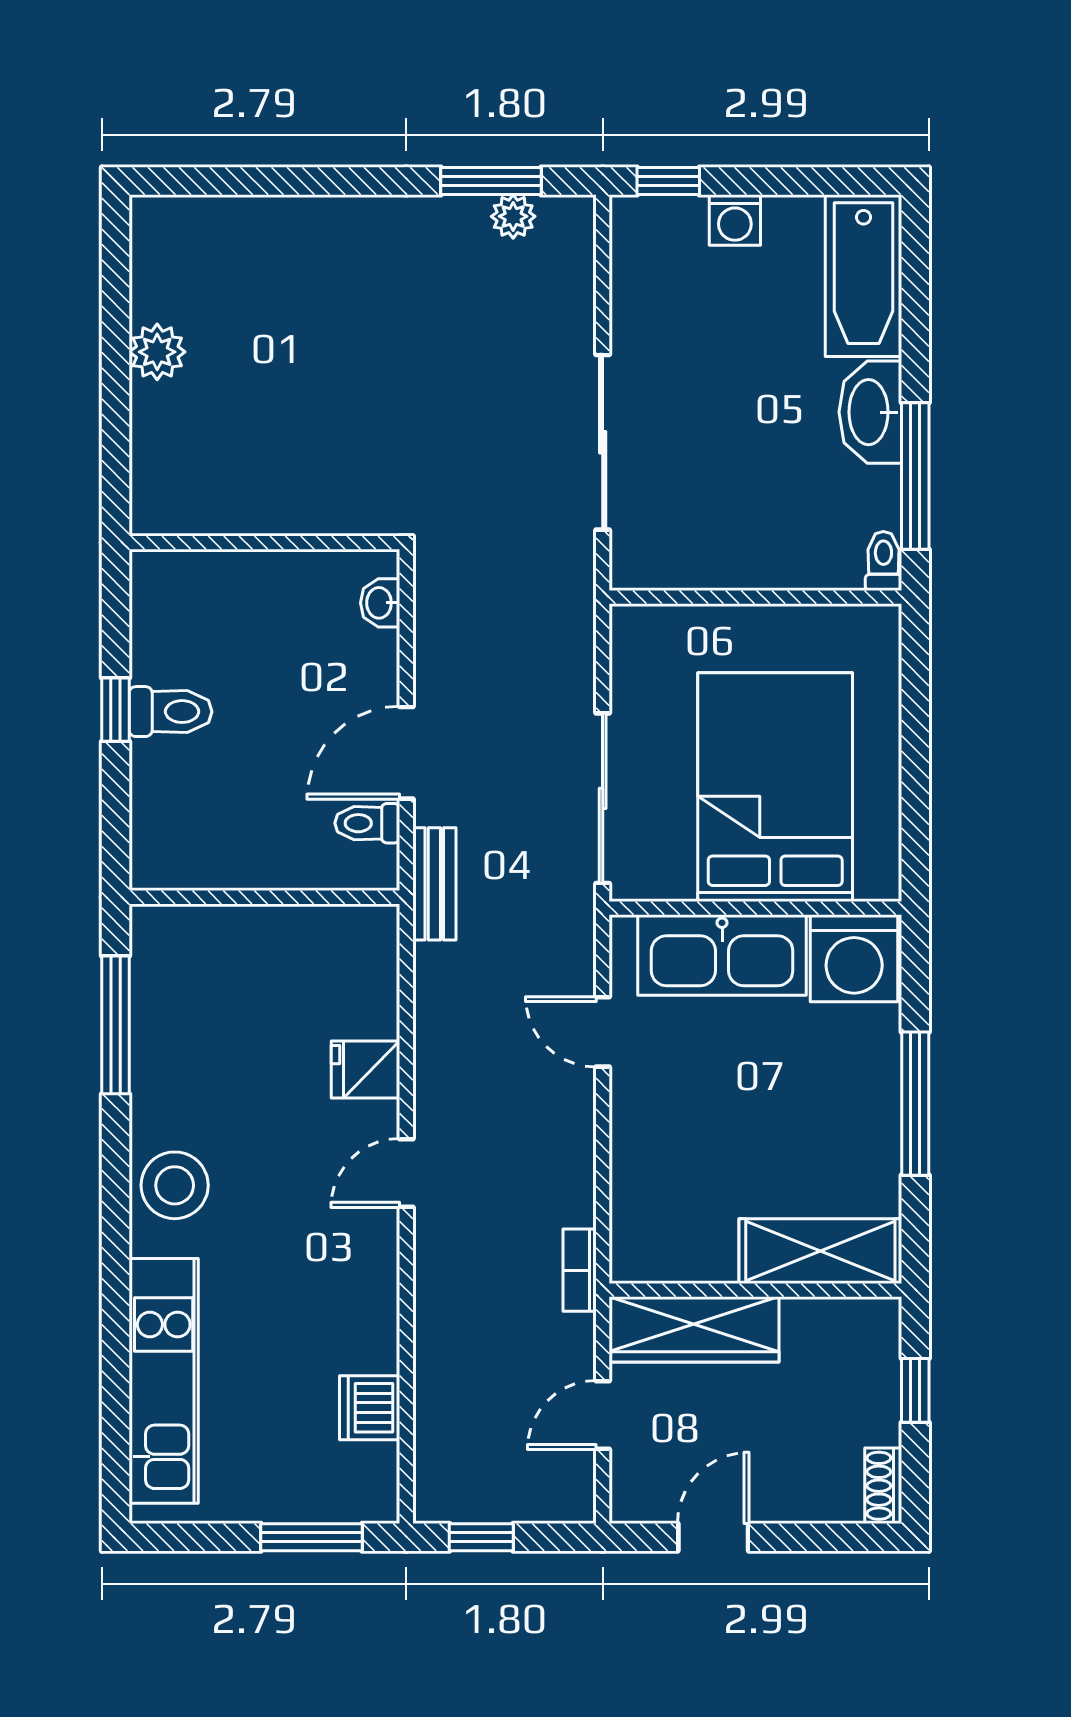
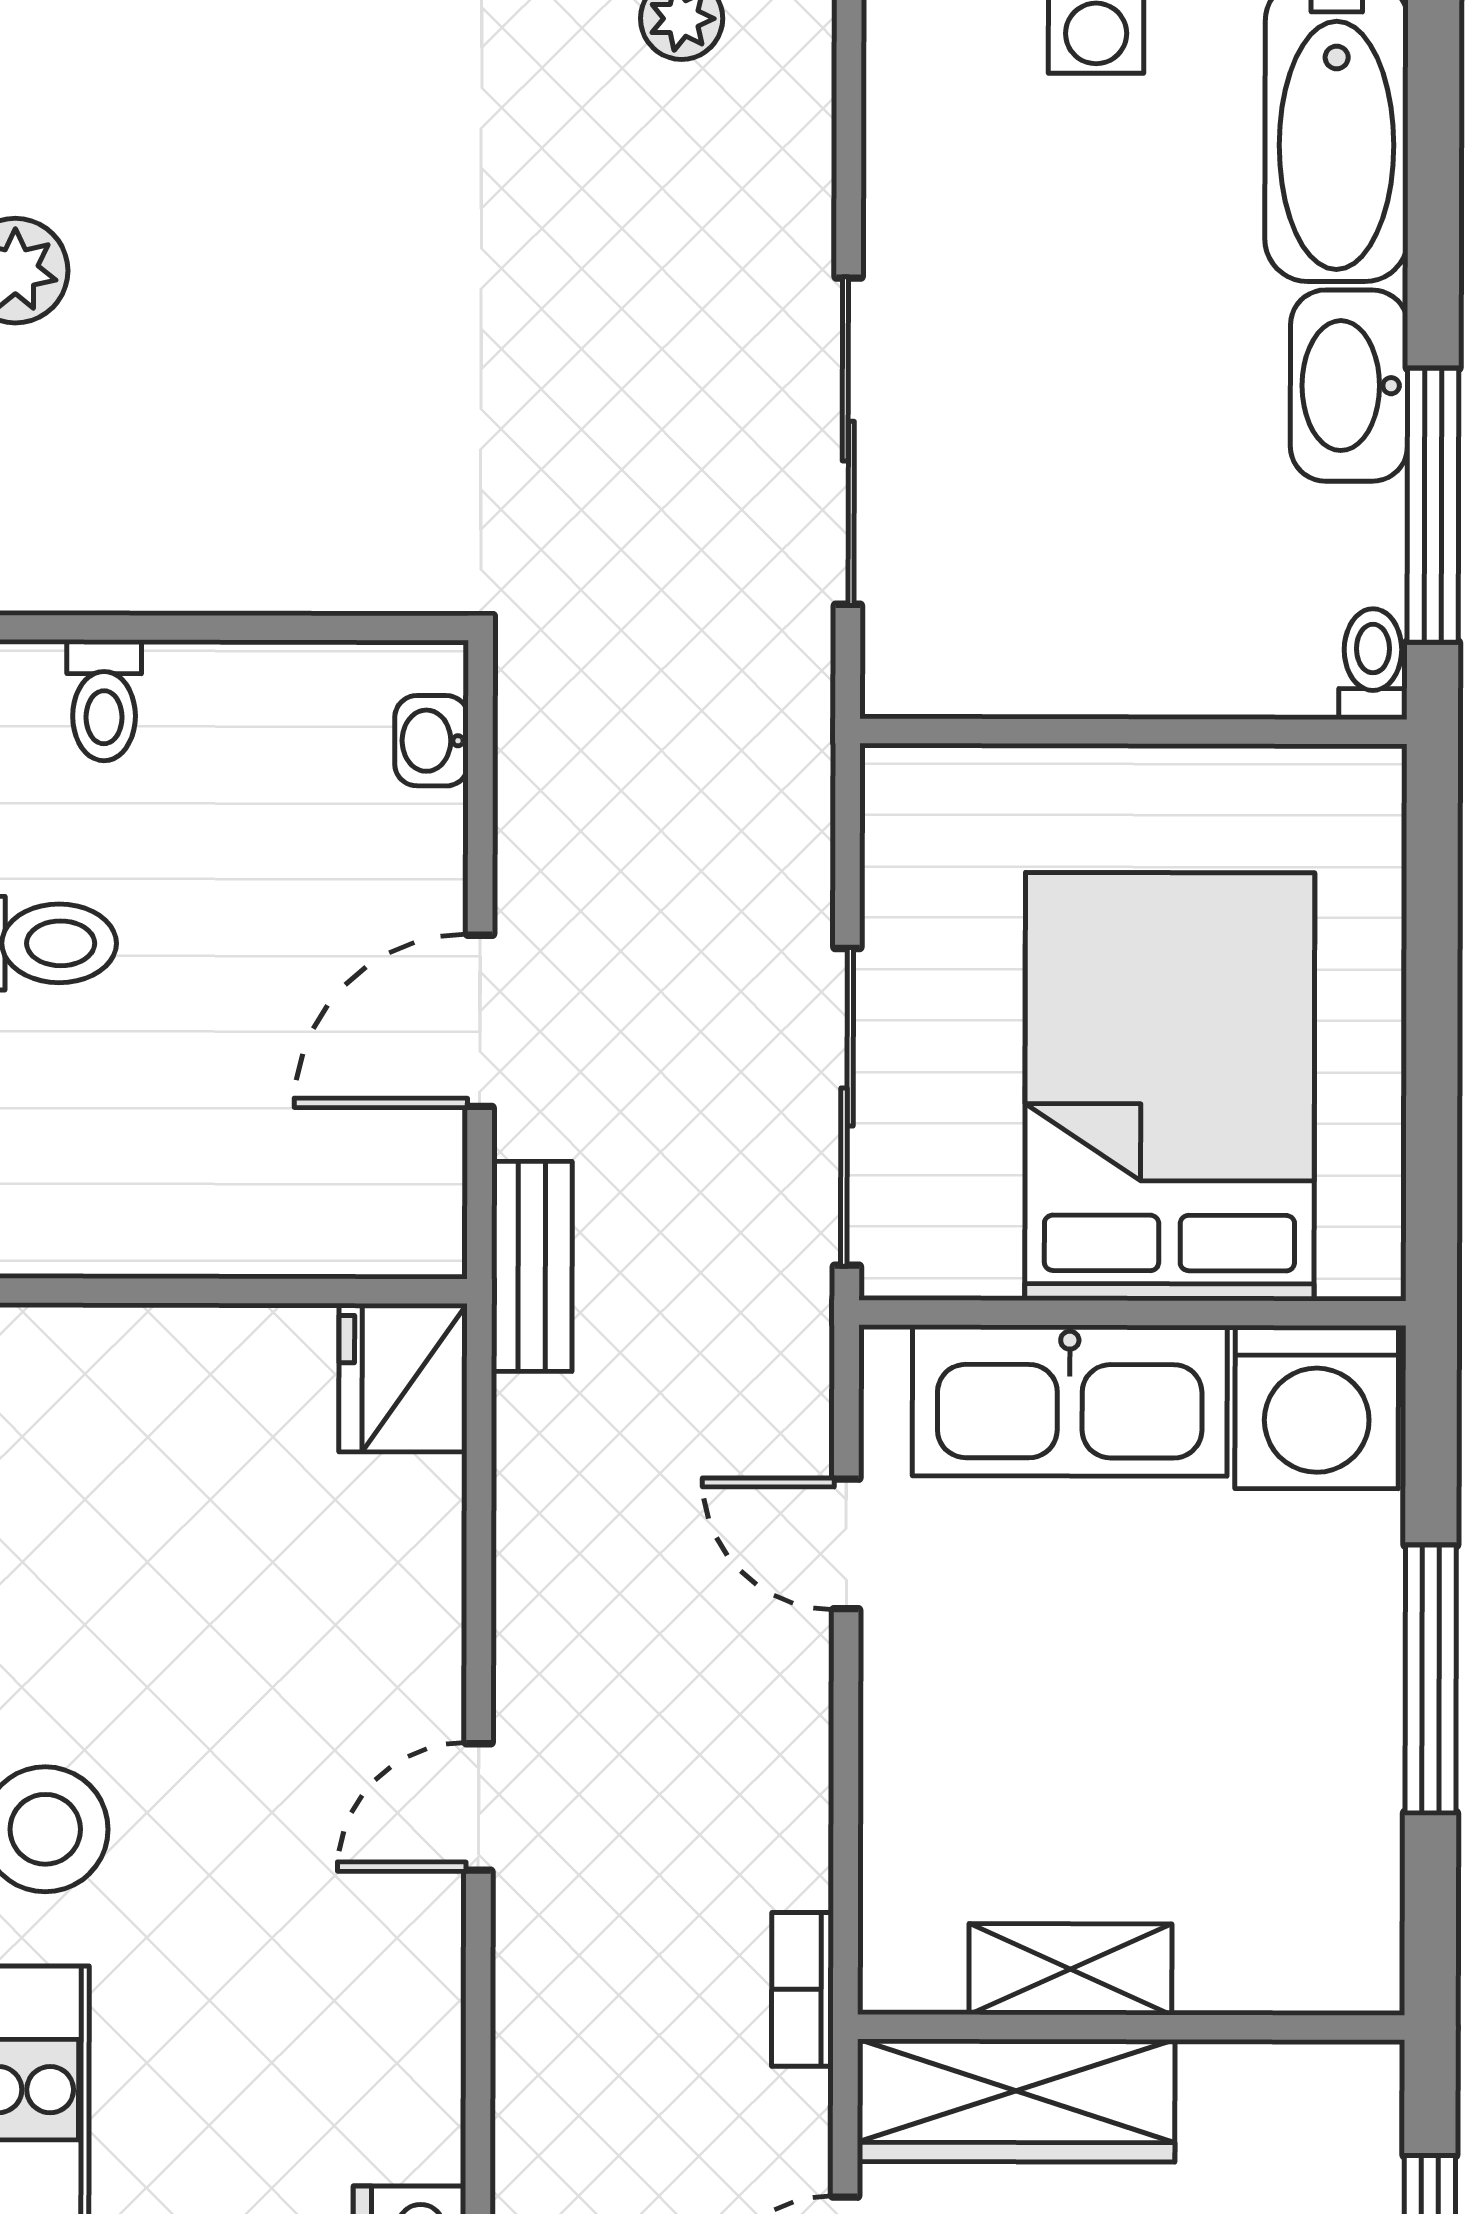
toilet: (367, 823) -> (104, 700), moved, turned -90
fridge: (366, 1070) -> (403, 1378), moved, width x1.38
shelving: (820, 1251) -> (1070, 1969), moved, width x0.67, depth x0.75

